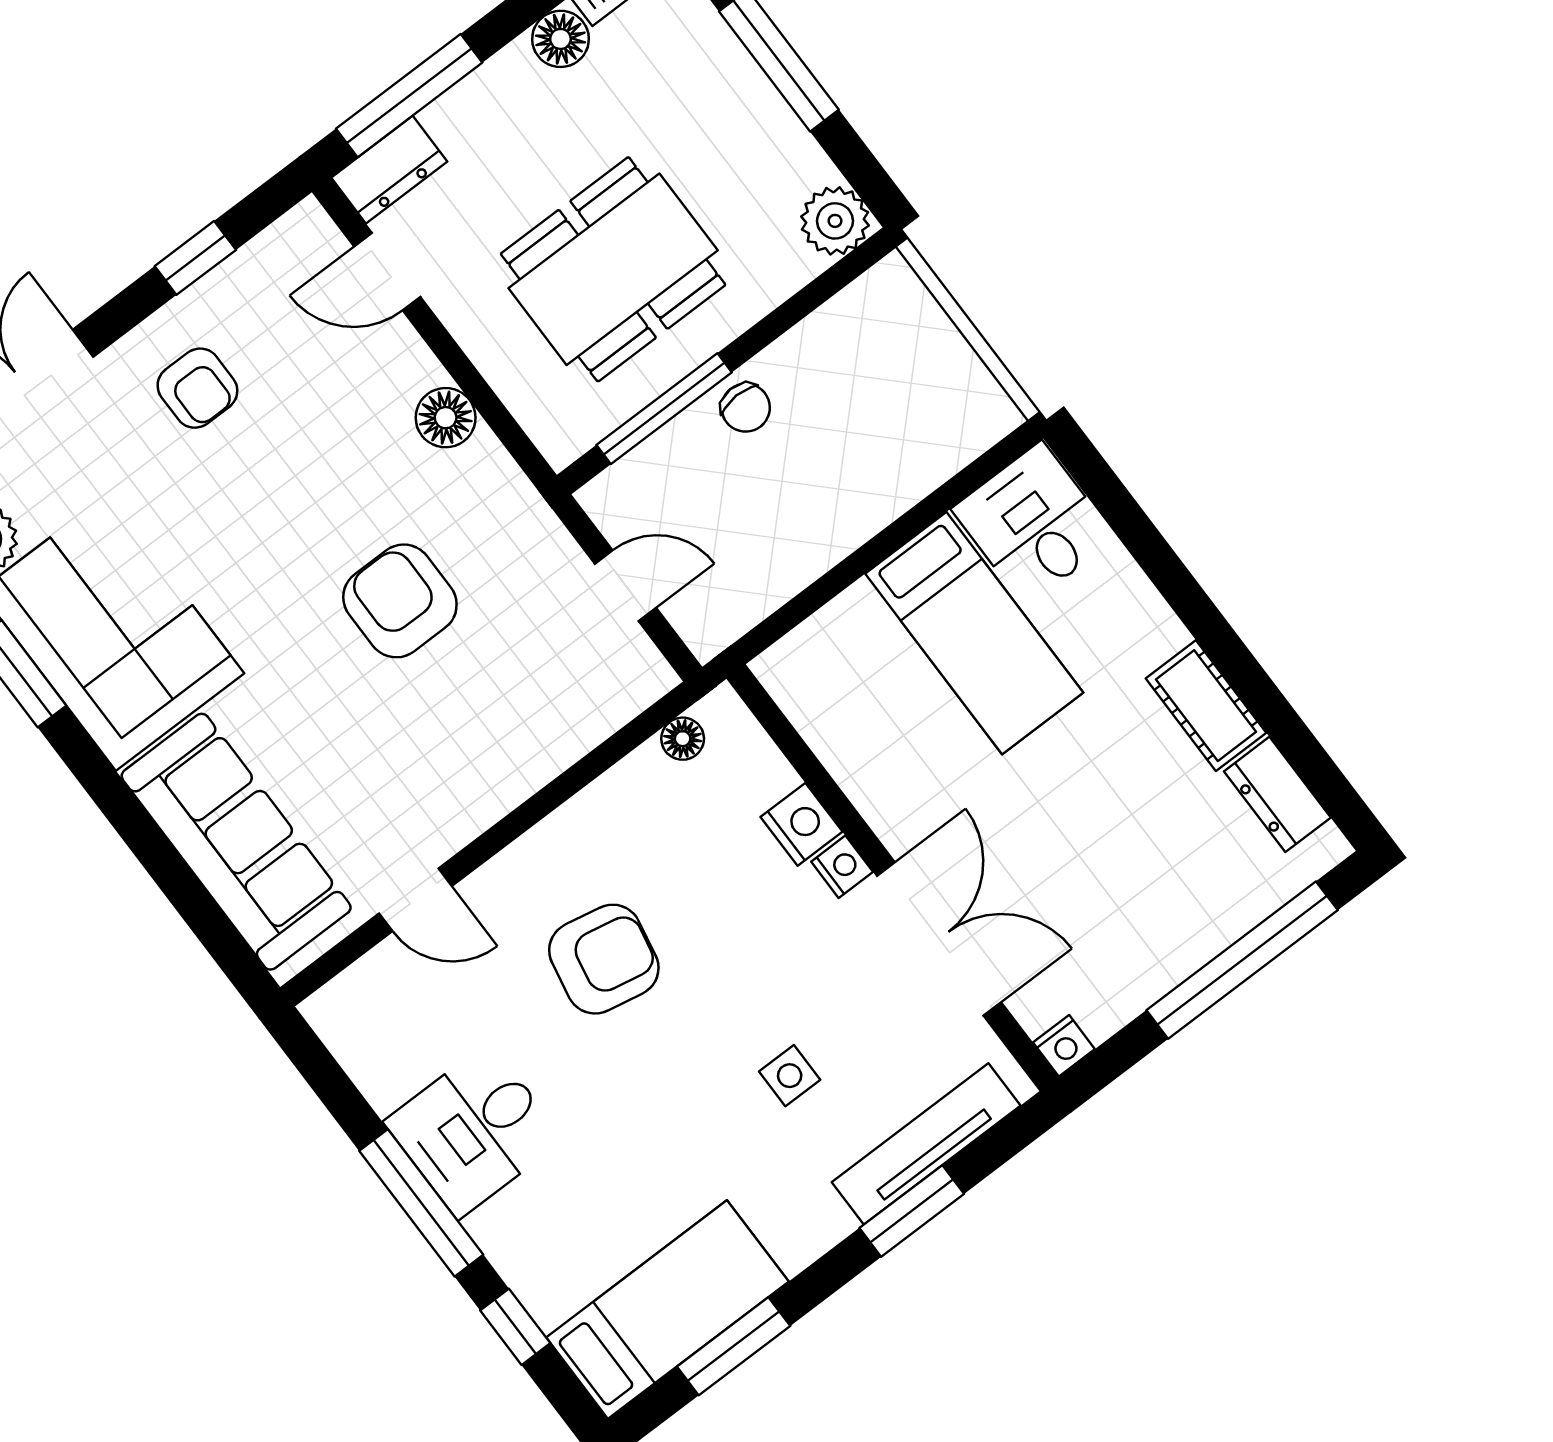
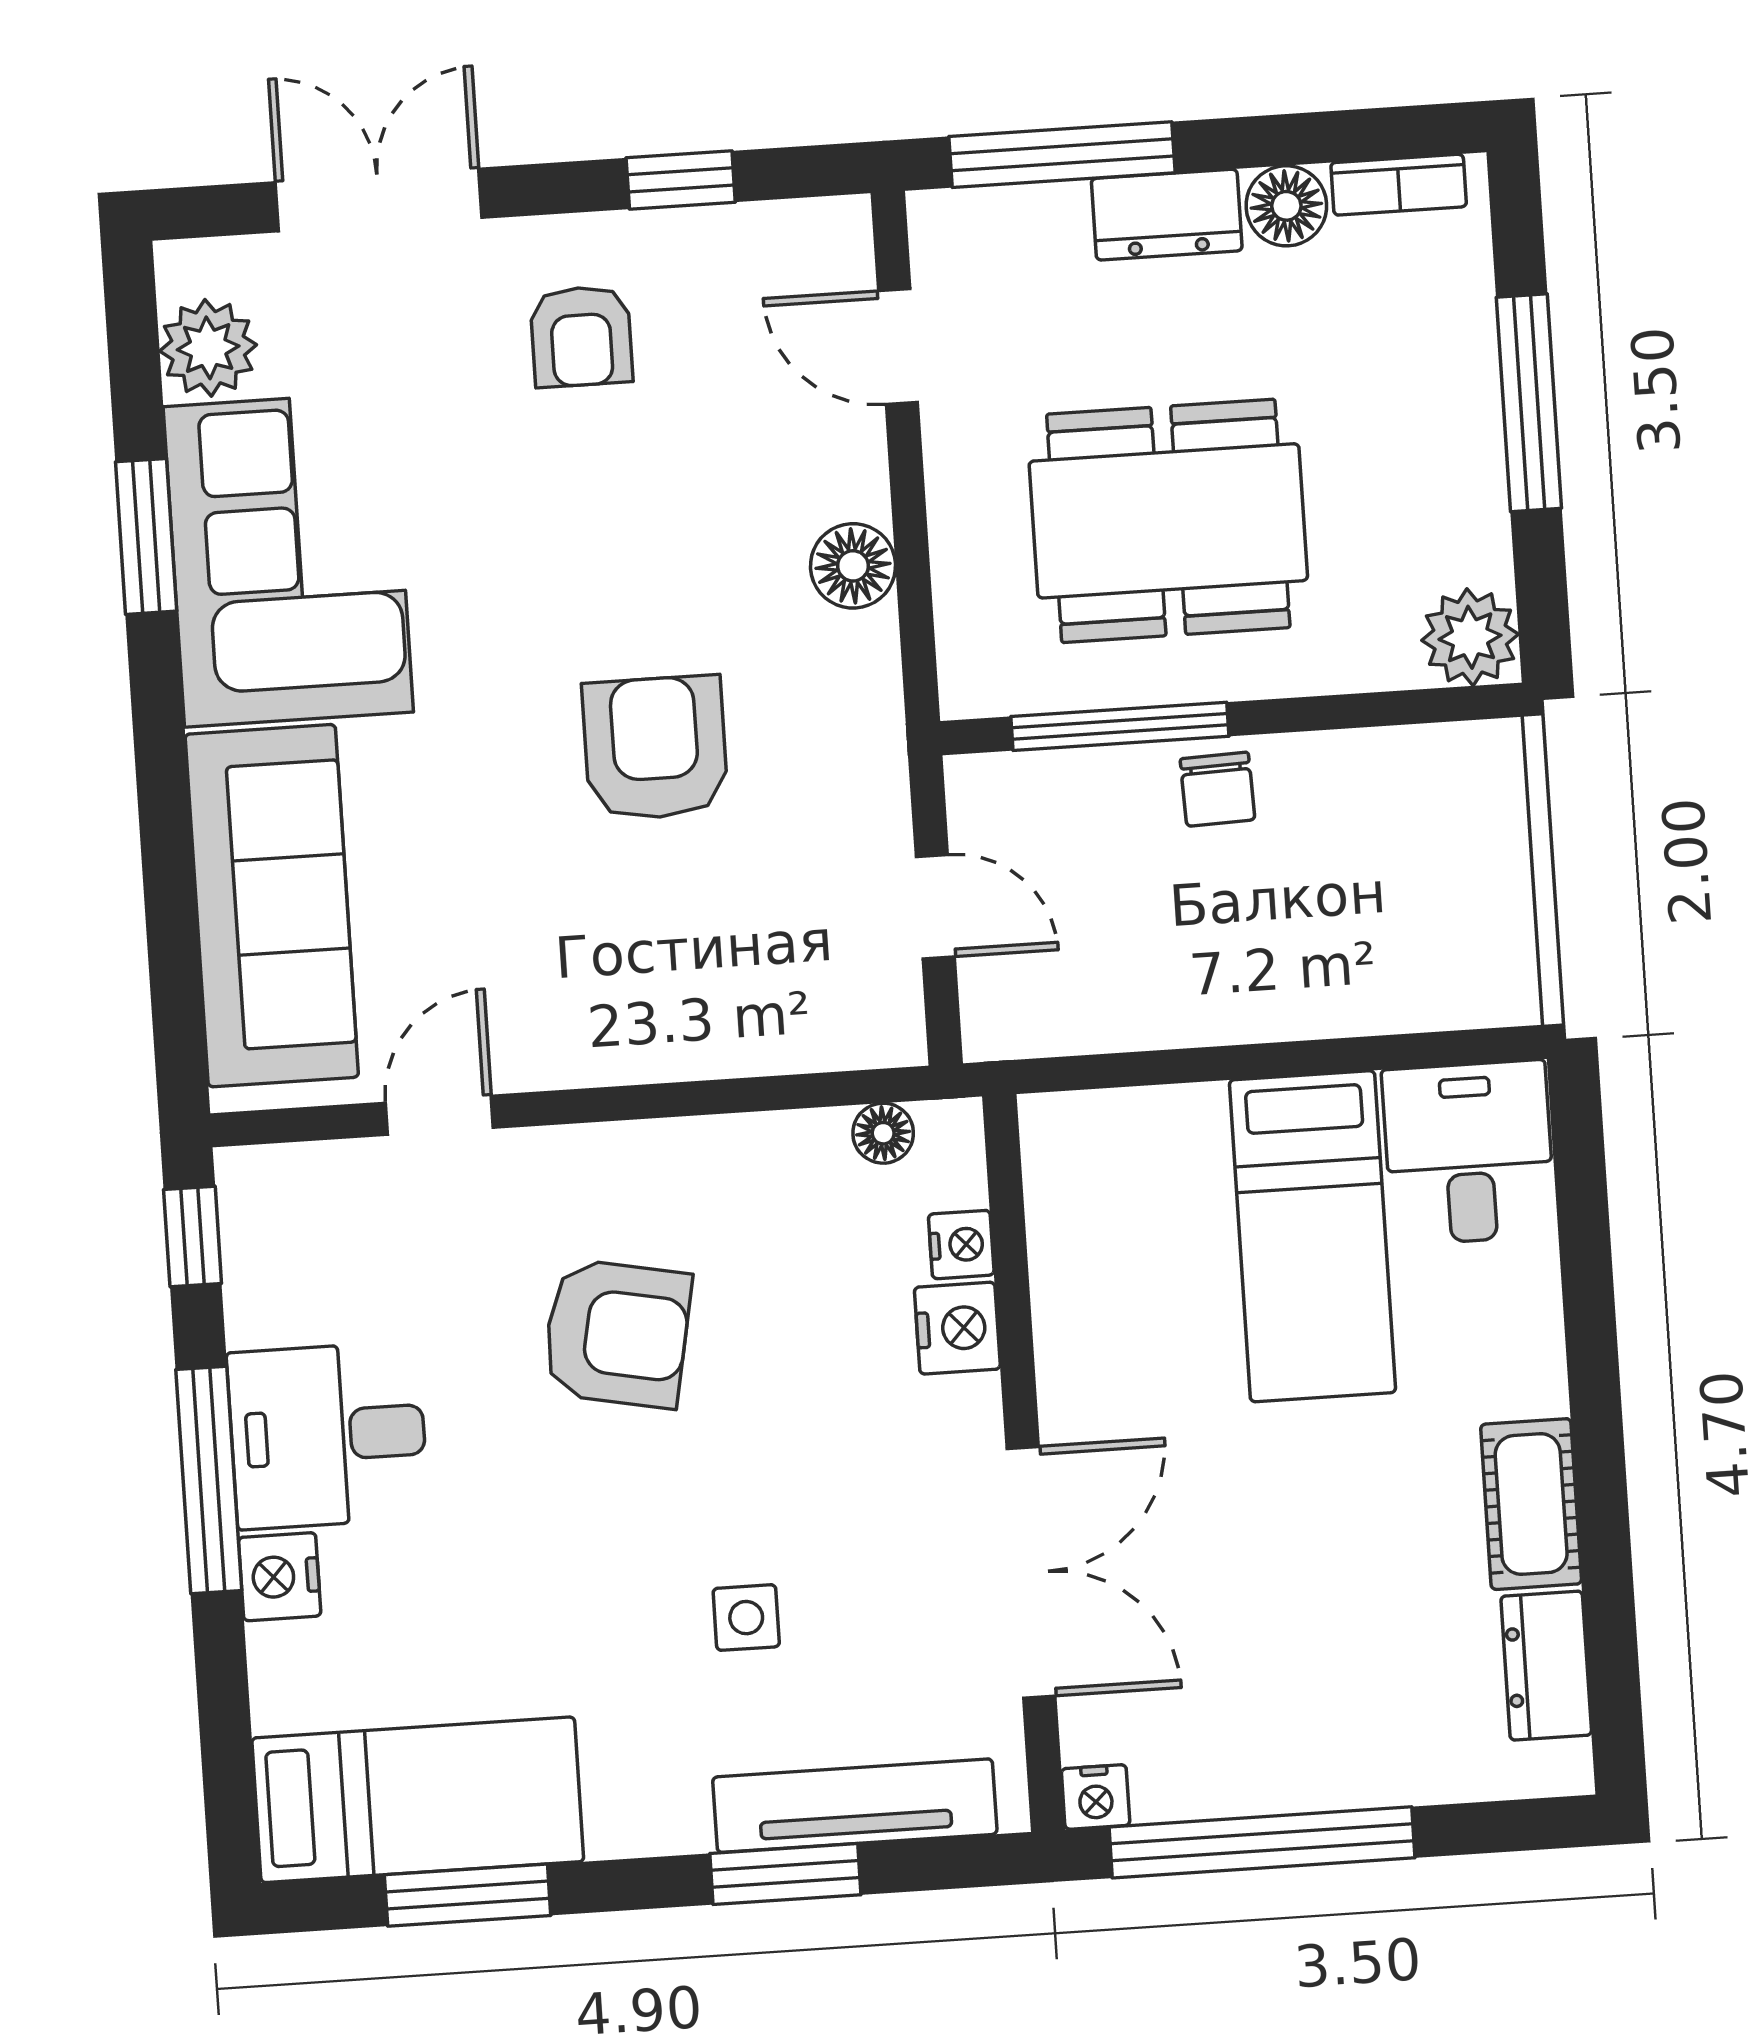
dresser: (389, 170) -> (1167, 215), moved
nightstand: (842, 867) -> (961, 1245), moved
door: (415, 900) -> (439, 1115), swing flipped
window: (1242, 960) -> (1262, 1842), moved
nightstand: (500, 1232) -> (280, 1577), added
window: (515, 1327) -> (193, 1237), moved

